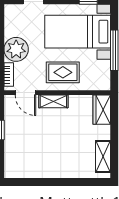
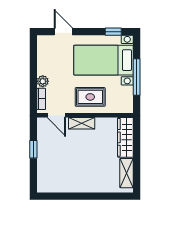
plant: (16, 49) -> (43, 81), width x0.53, depth x0.53
wardrobe: (102, 110) -> (125, 137), width x1.50

